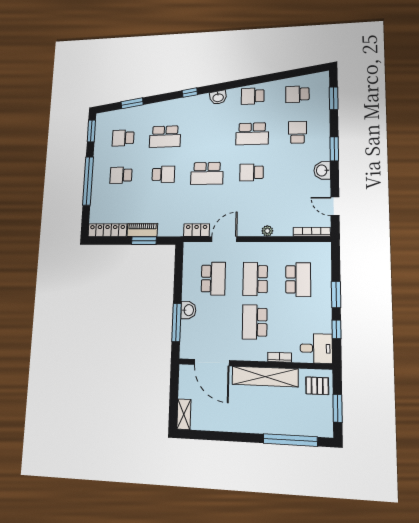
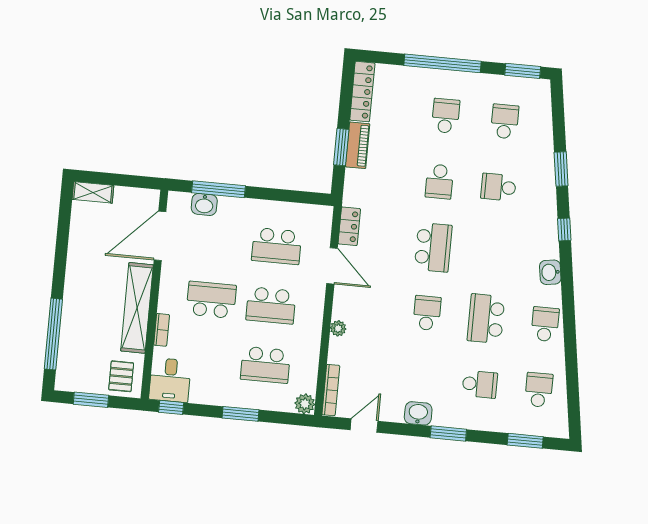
window: (132, 103) -> (561, 169), moved
school desk: (165, 137) -> (498, 187), width x0.54
school desk: (207, 173) -> (433, 247), turned 180
plant: (324, 249) -> (305, 404), added
school desk: (255, 279) -> (271, 305), turned 180
washbasin: (188, 310) -> (204, 204), moved
window: (337, 329) -> (171, 407), moved

